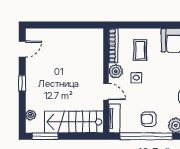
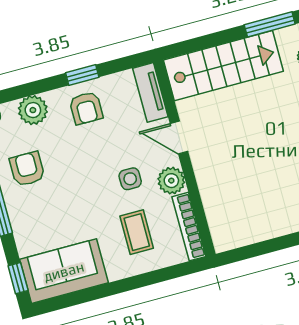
armchair: (149, 119) -> (86, 108), turned 90
window: (146, 136) -> (82, 75), width x0.32

